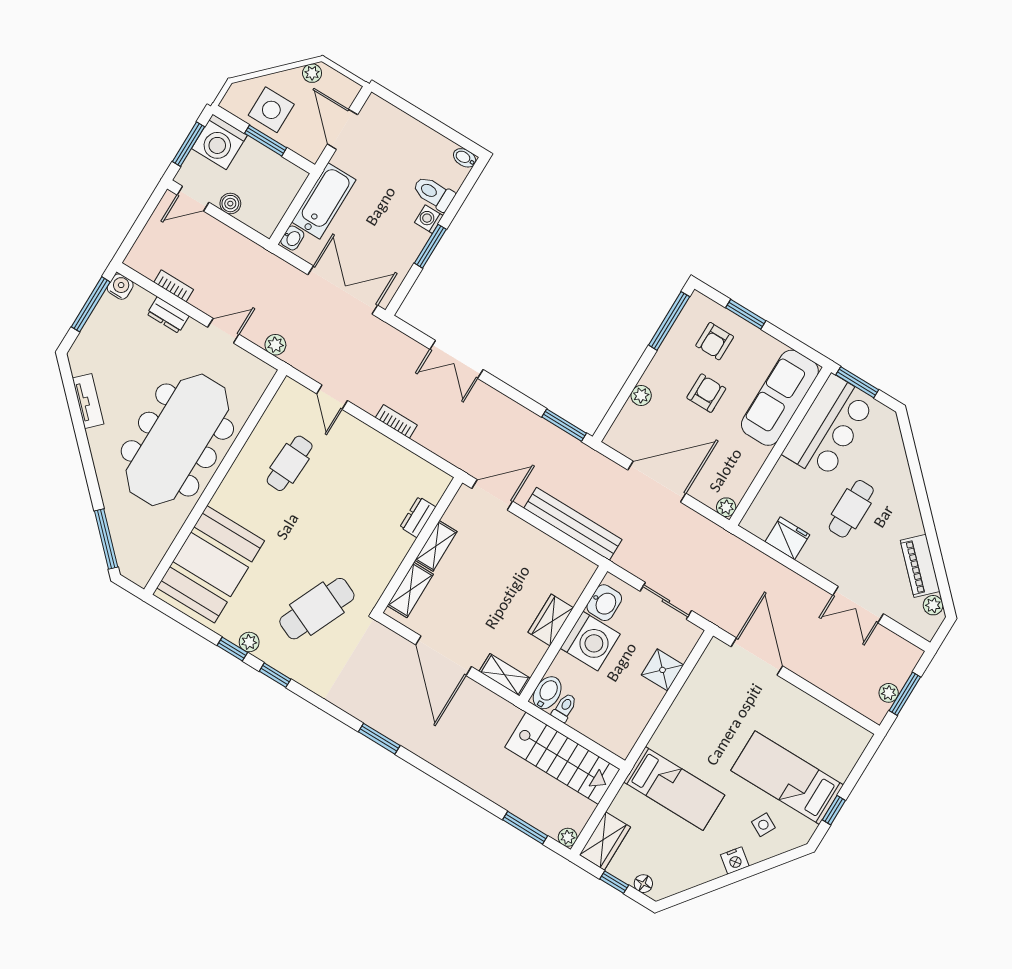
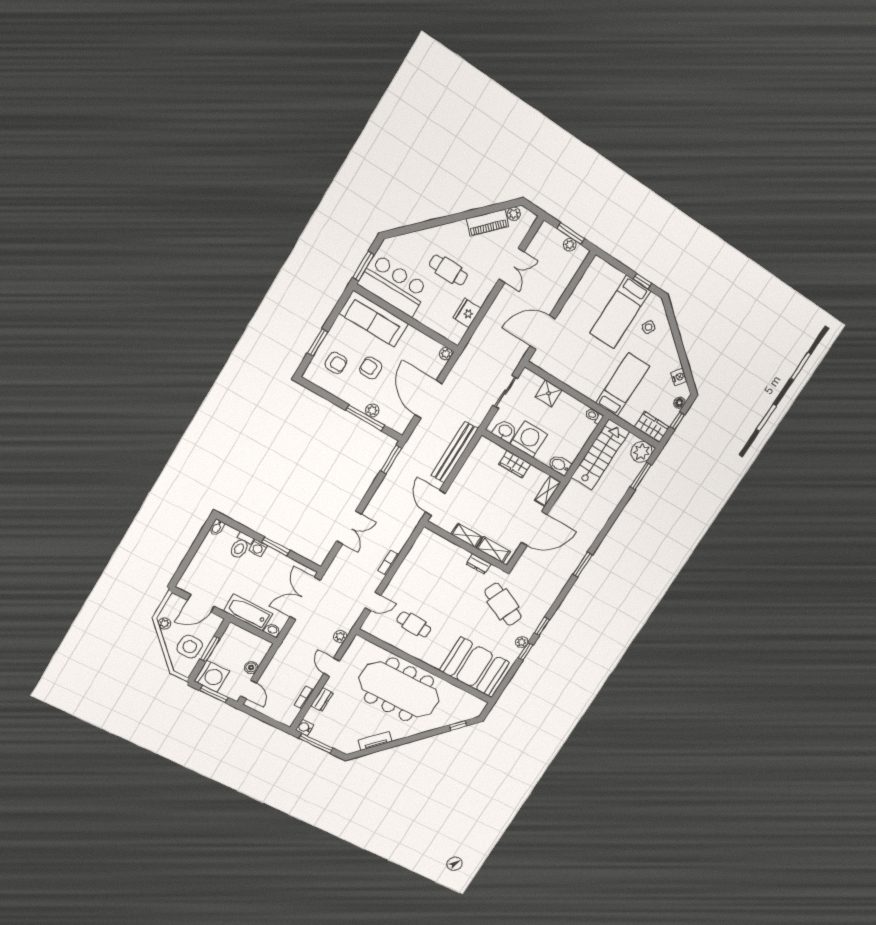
window: (669, 321) -> (365, 418), moved
dresser: (418, 517) -> (479, 564), moved
window: (106, 539) -> (458, 725), width x0.46
toilet: (564, 708) -> (594, 416), moved
plant: (568, 837) -> (641, 452), width x1.87, depth x1.87
nightstand: (735, 860) -> (679, 377), moved

